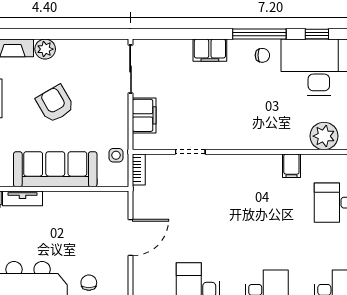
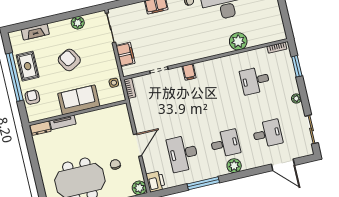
plant: (45, 49) -> (78, 23), moved
filing cabinet: (291, 166) -> (189, 72), moved
sofa: (55, 169) -> (79, 100), width x0.73
door: (131, 238) -> (138, 145), moved

